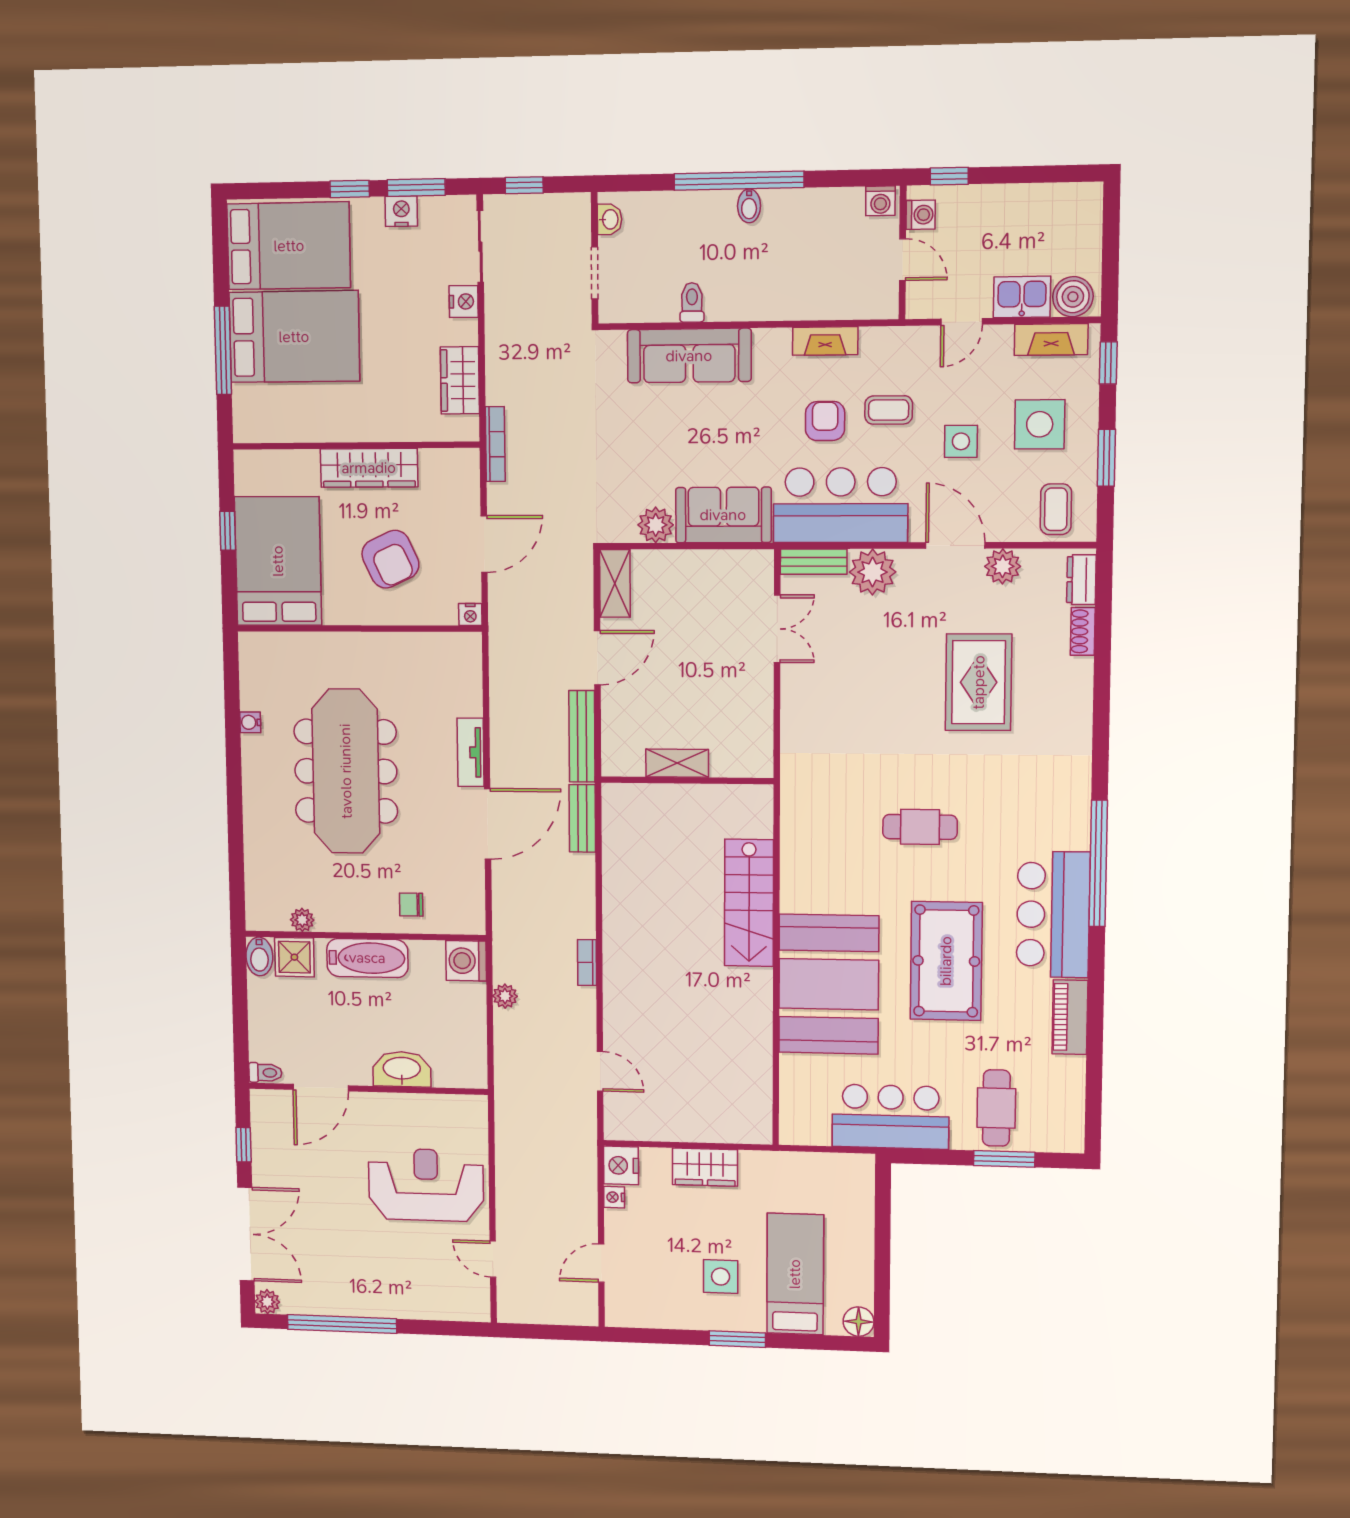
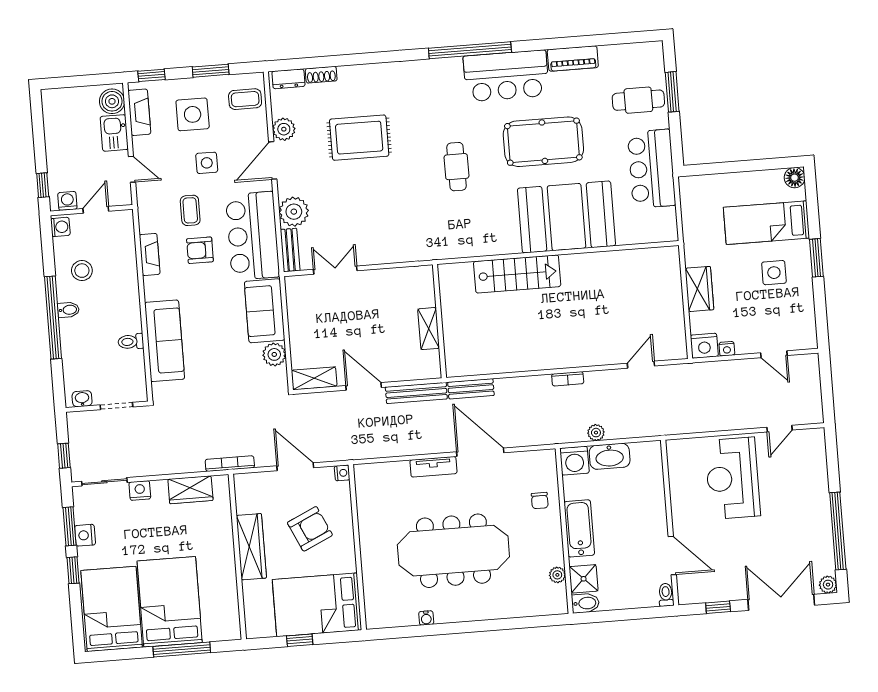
stool: (809, 231) -> (82, 271), added
washbasin: (402, 1069) -> (610, 456), moved, turned -90

